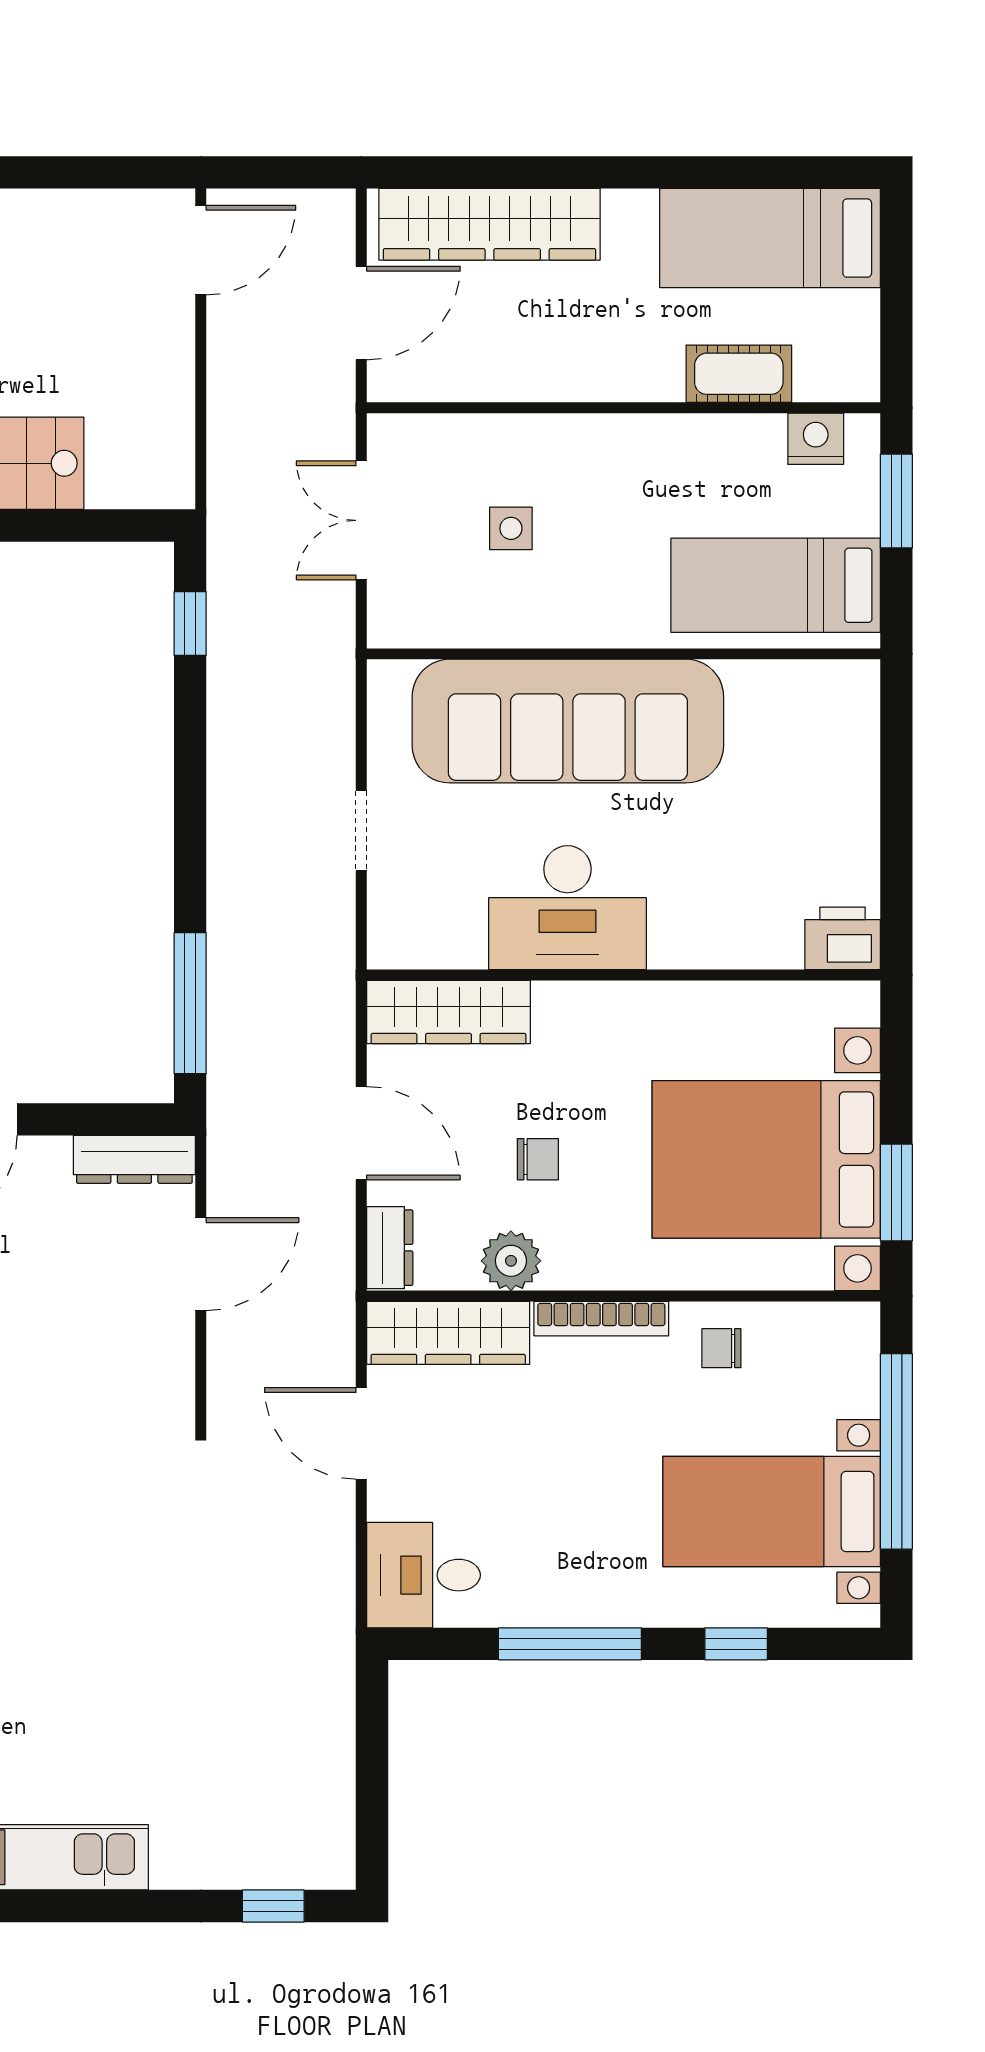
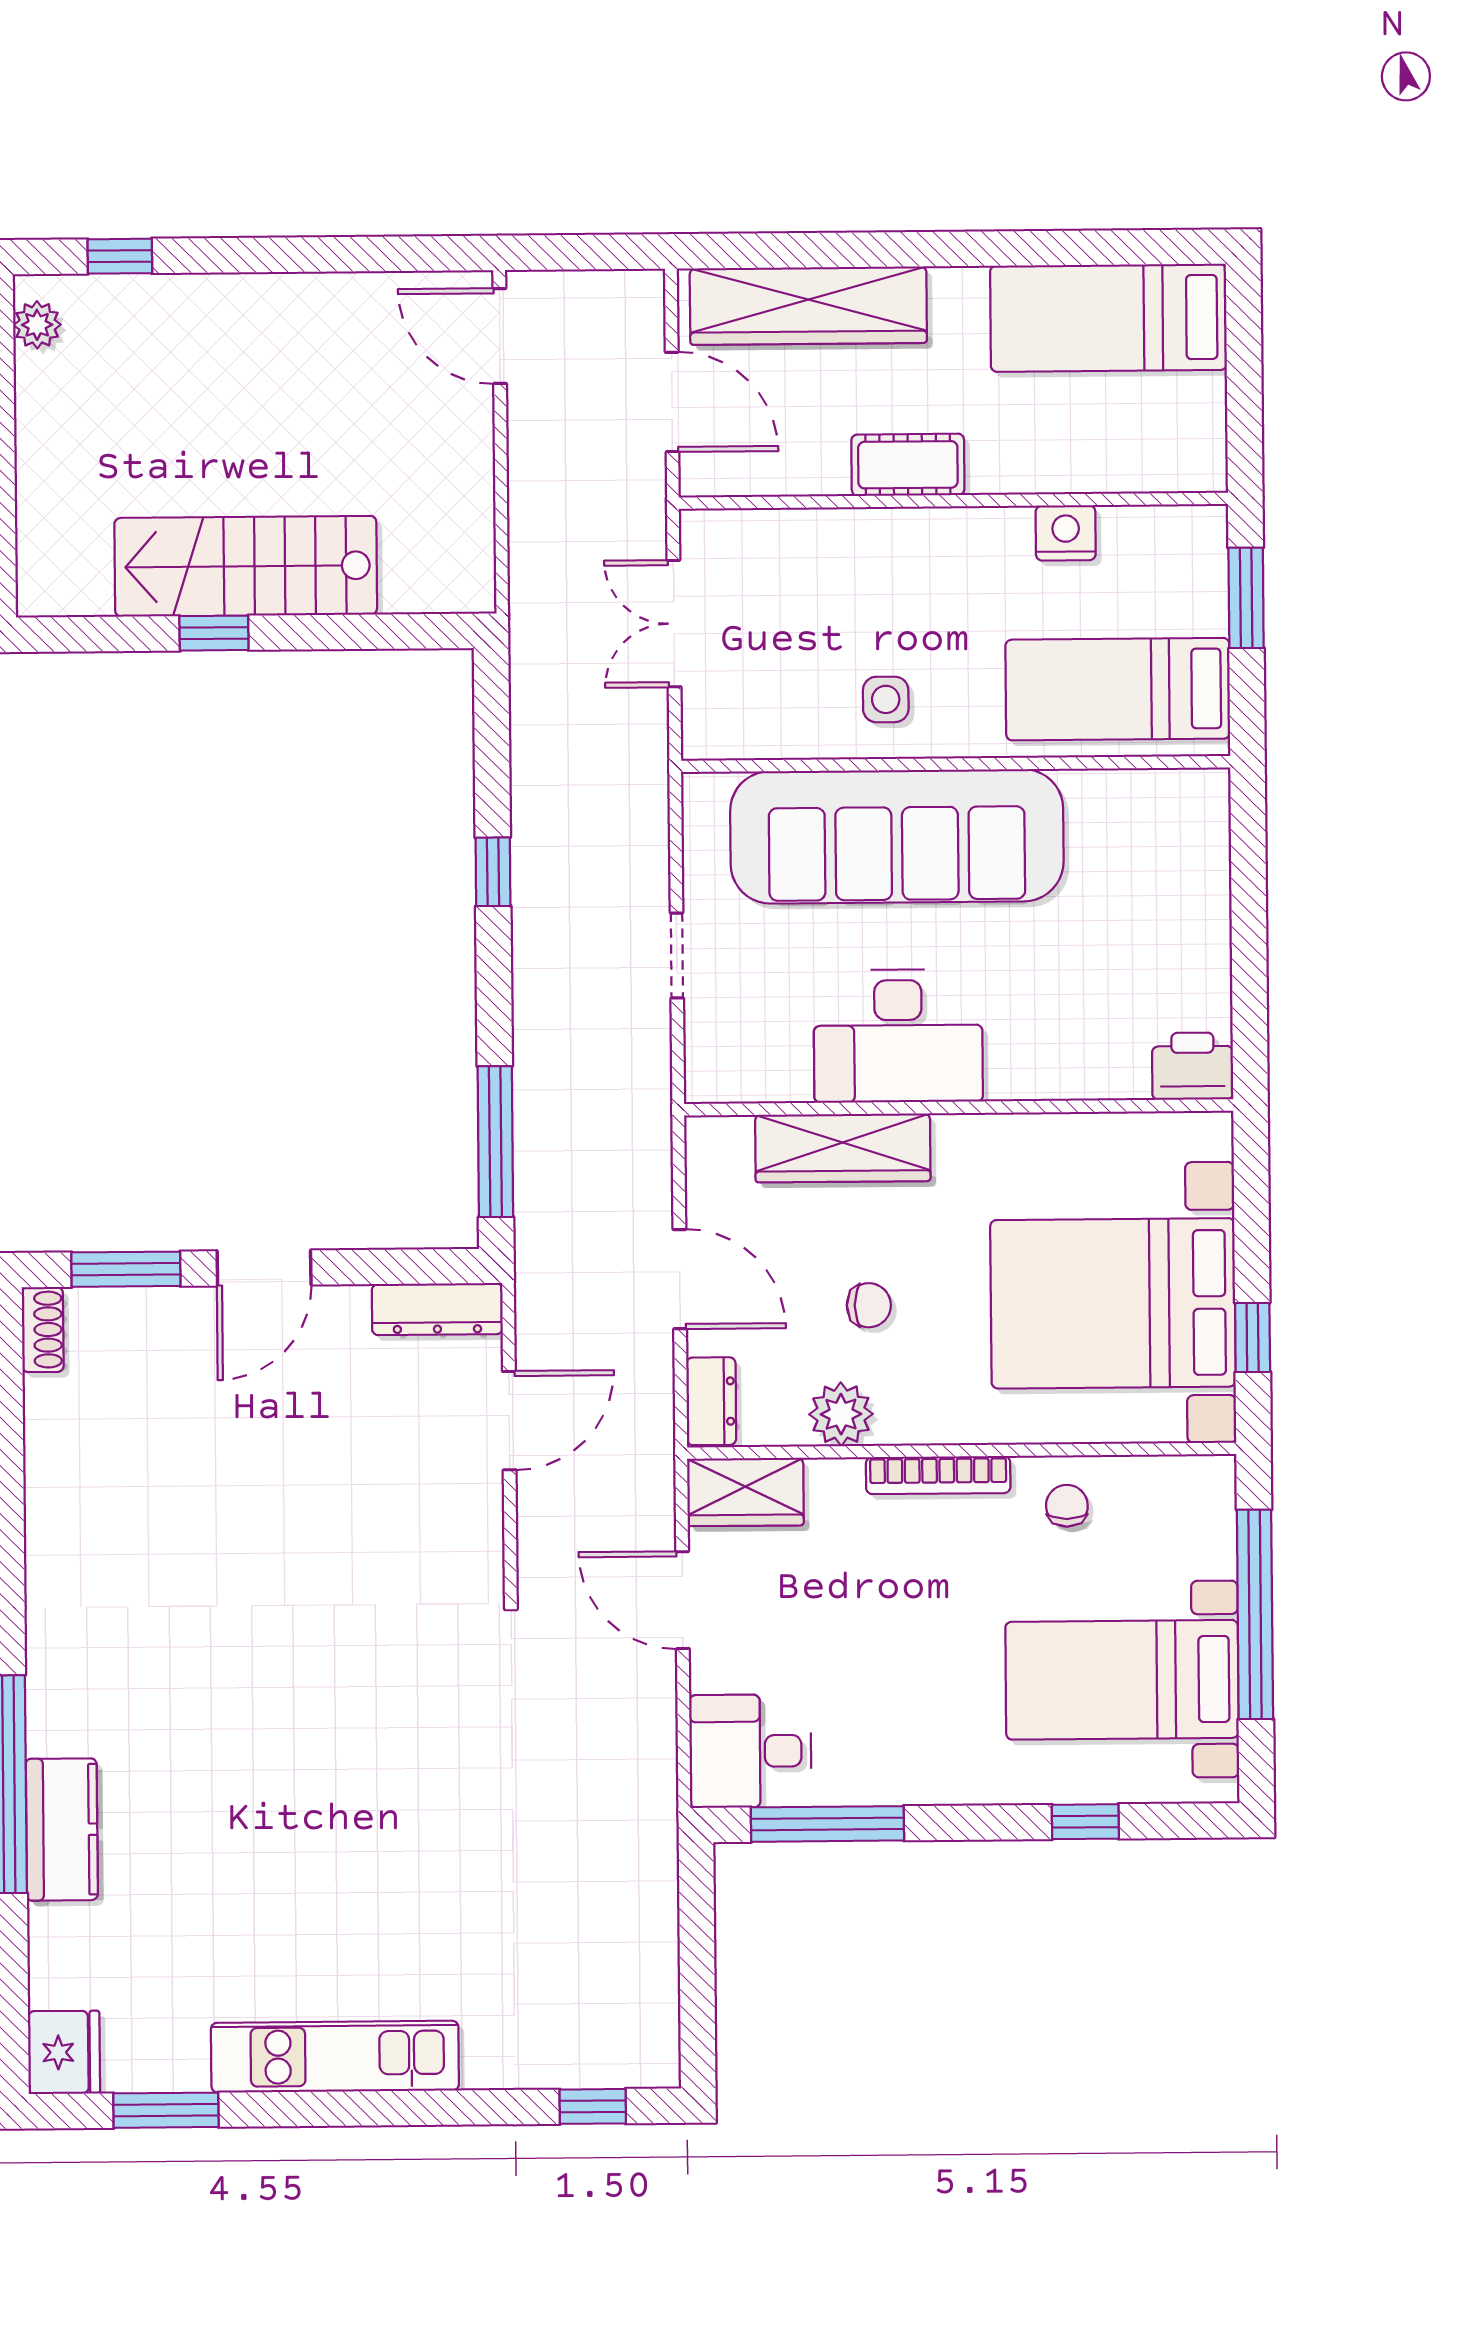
door: (201, 250) -> (500, 336), swing flipped
door: (361, 313) -> (672, 402), hinge flipped
cot: (739, 374) -> (908, 465), moved
nightstand: (816, 439) -> (1066, 533), moved
side table: (511, 528) -> (886, 699), moved
window: (190, 623) -> (493, 872), moved
wardrobe: (448, 1012) -> (843, 1148), moved
window: (896, 1193) -> (1253, 1338), width x0.67
wardrobe: (448, 1333) -> (745, 1492), width x0.67
chair: (721, 1348) -> (1067, 1506), turned 90
window: (570, 1644) -> (827, 1824), moved

